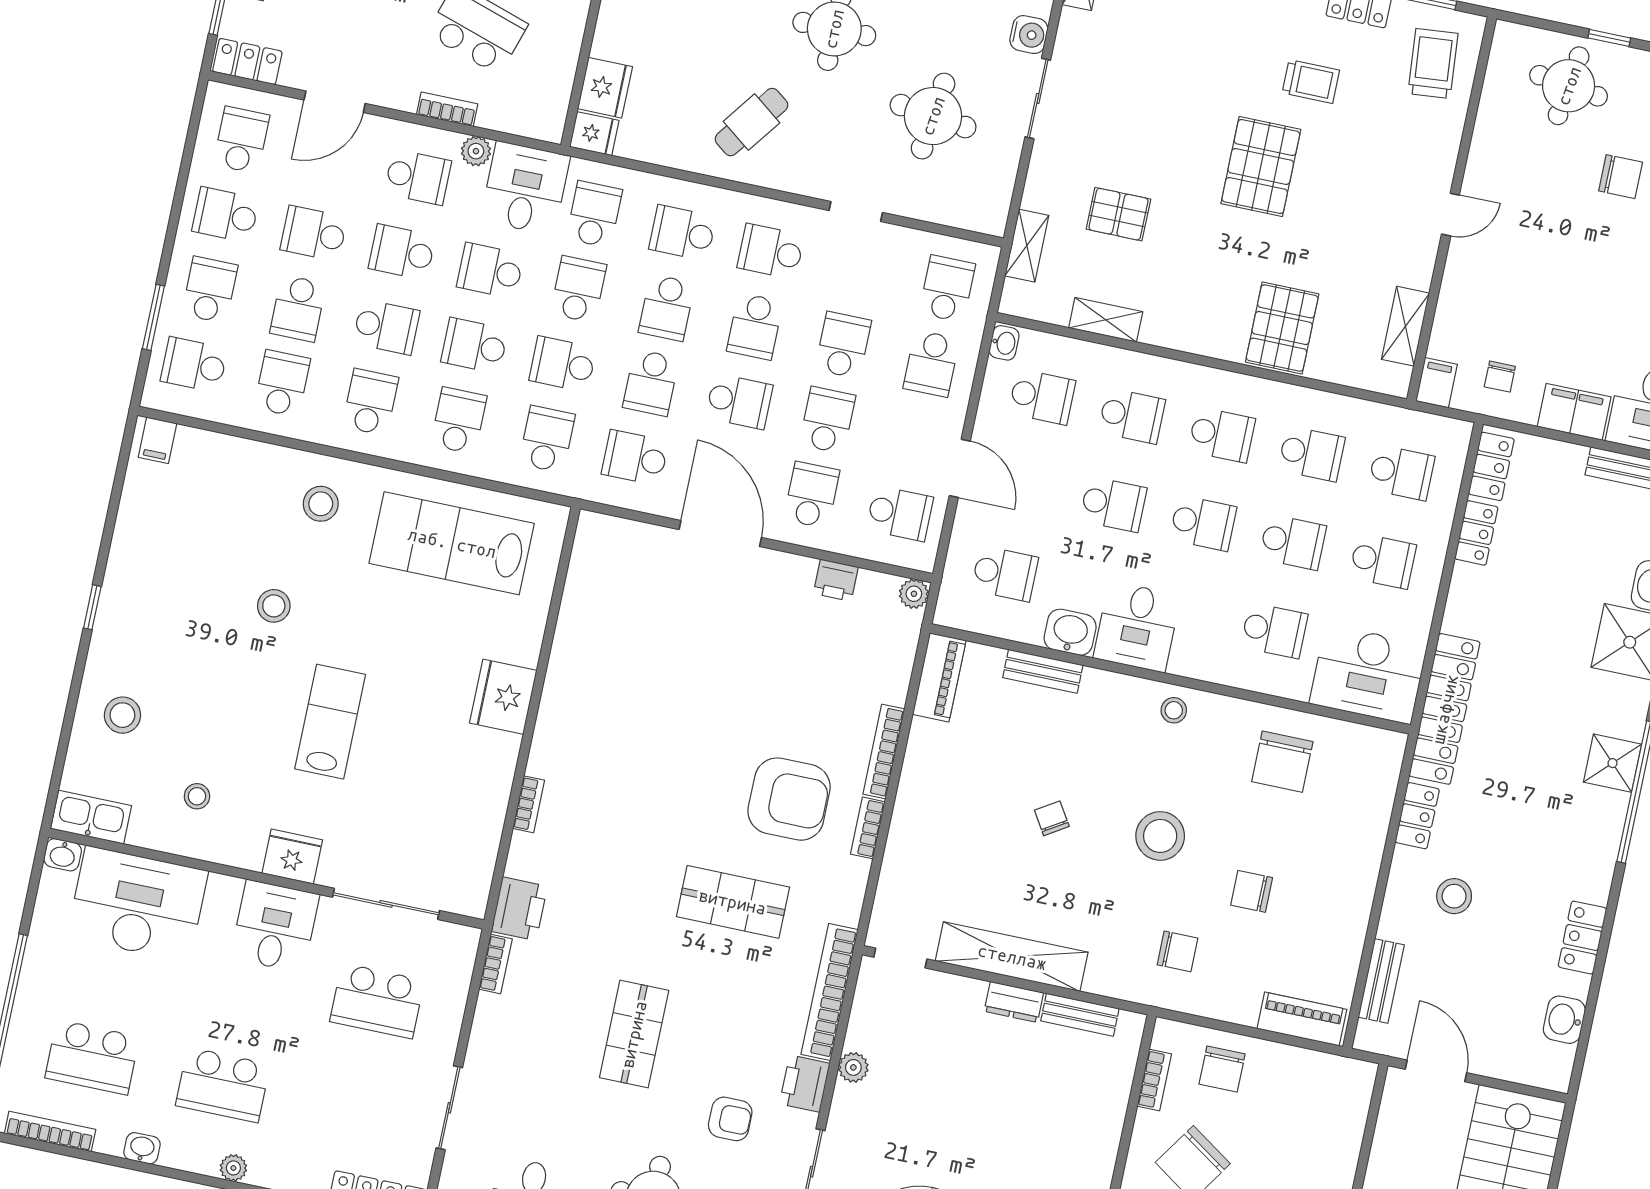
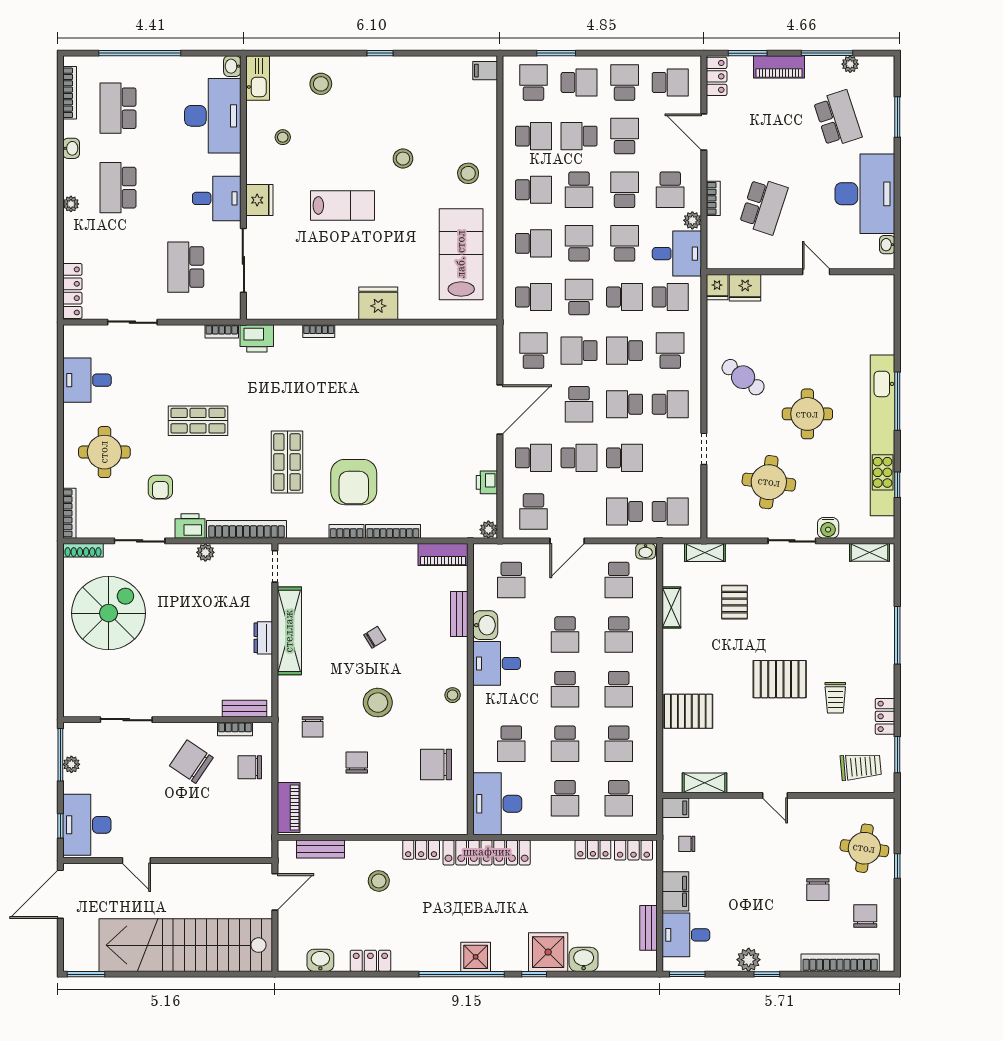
school desk: (771, 251) -> (670, 404), turned 90
bench: (1080, 1015) -> (245, 709), moved, turned 90

